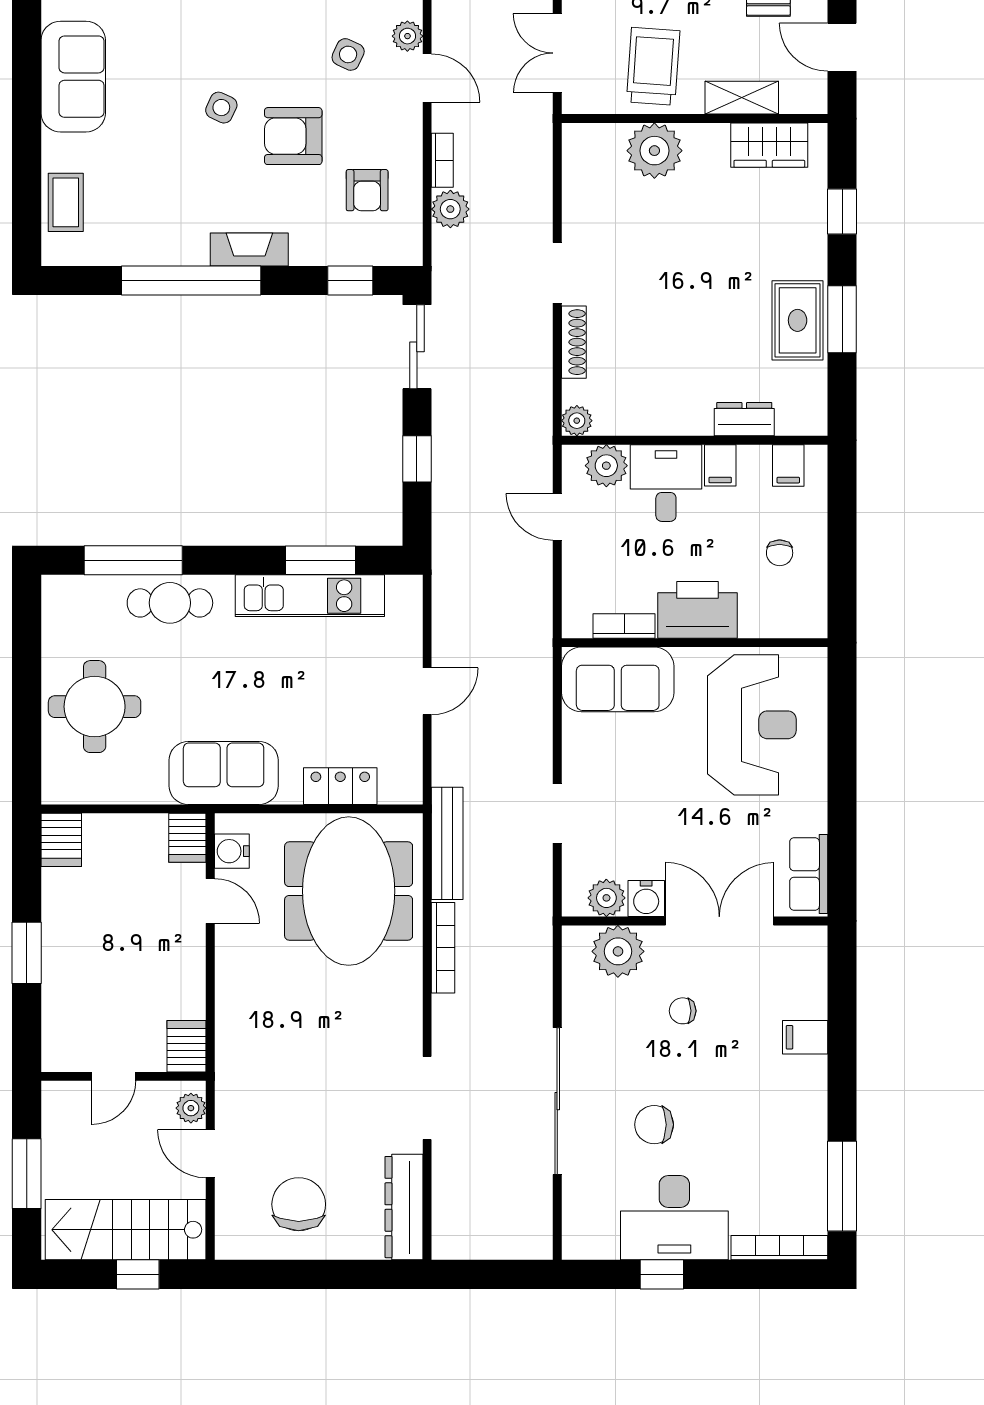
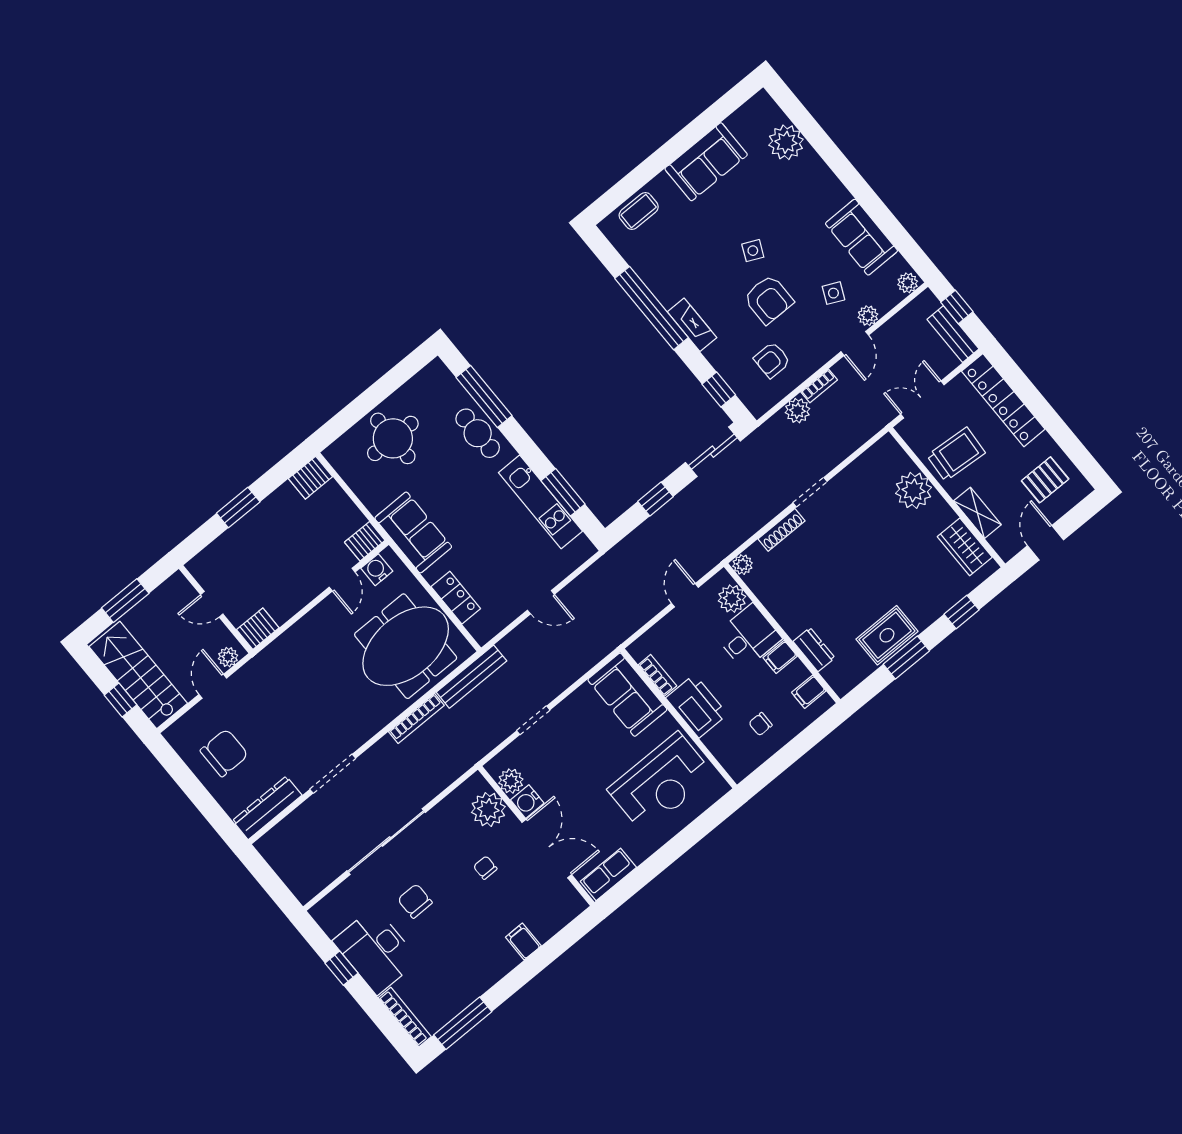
armchair: (293, 136) -> (769, 299), turned 180

